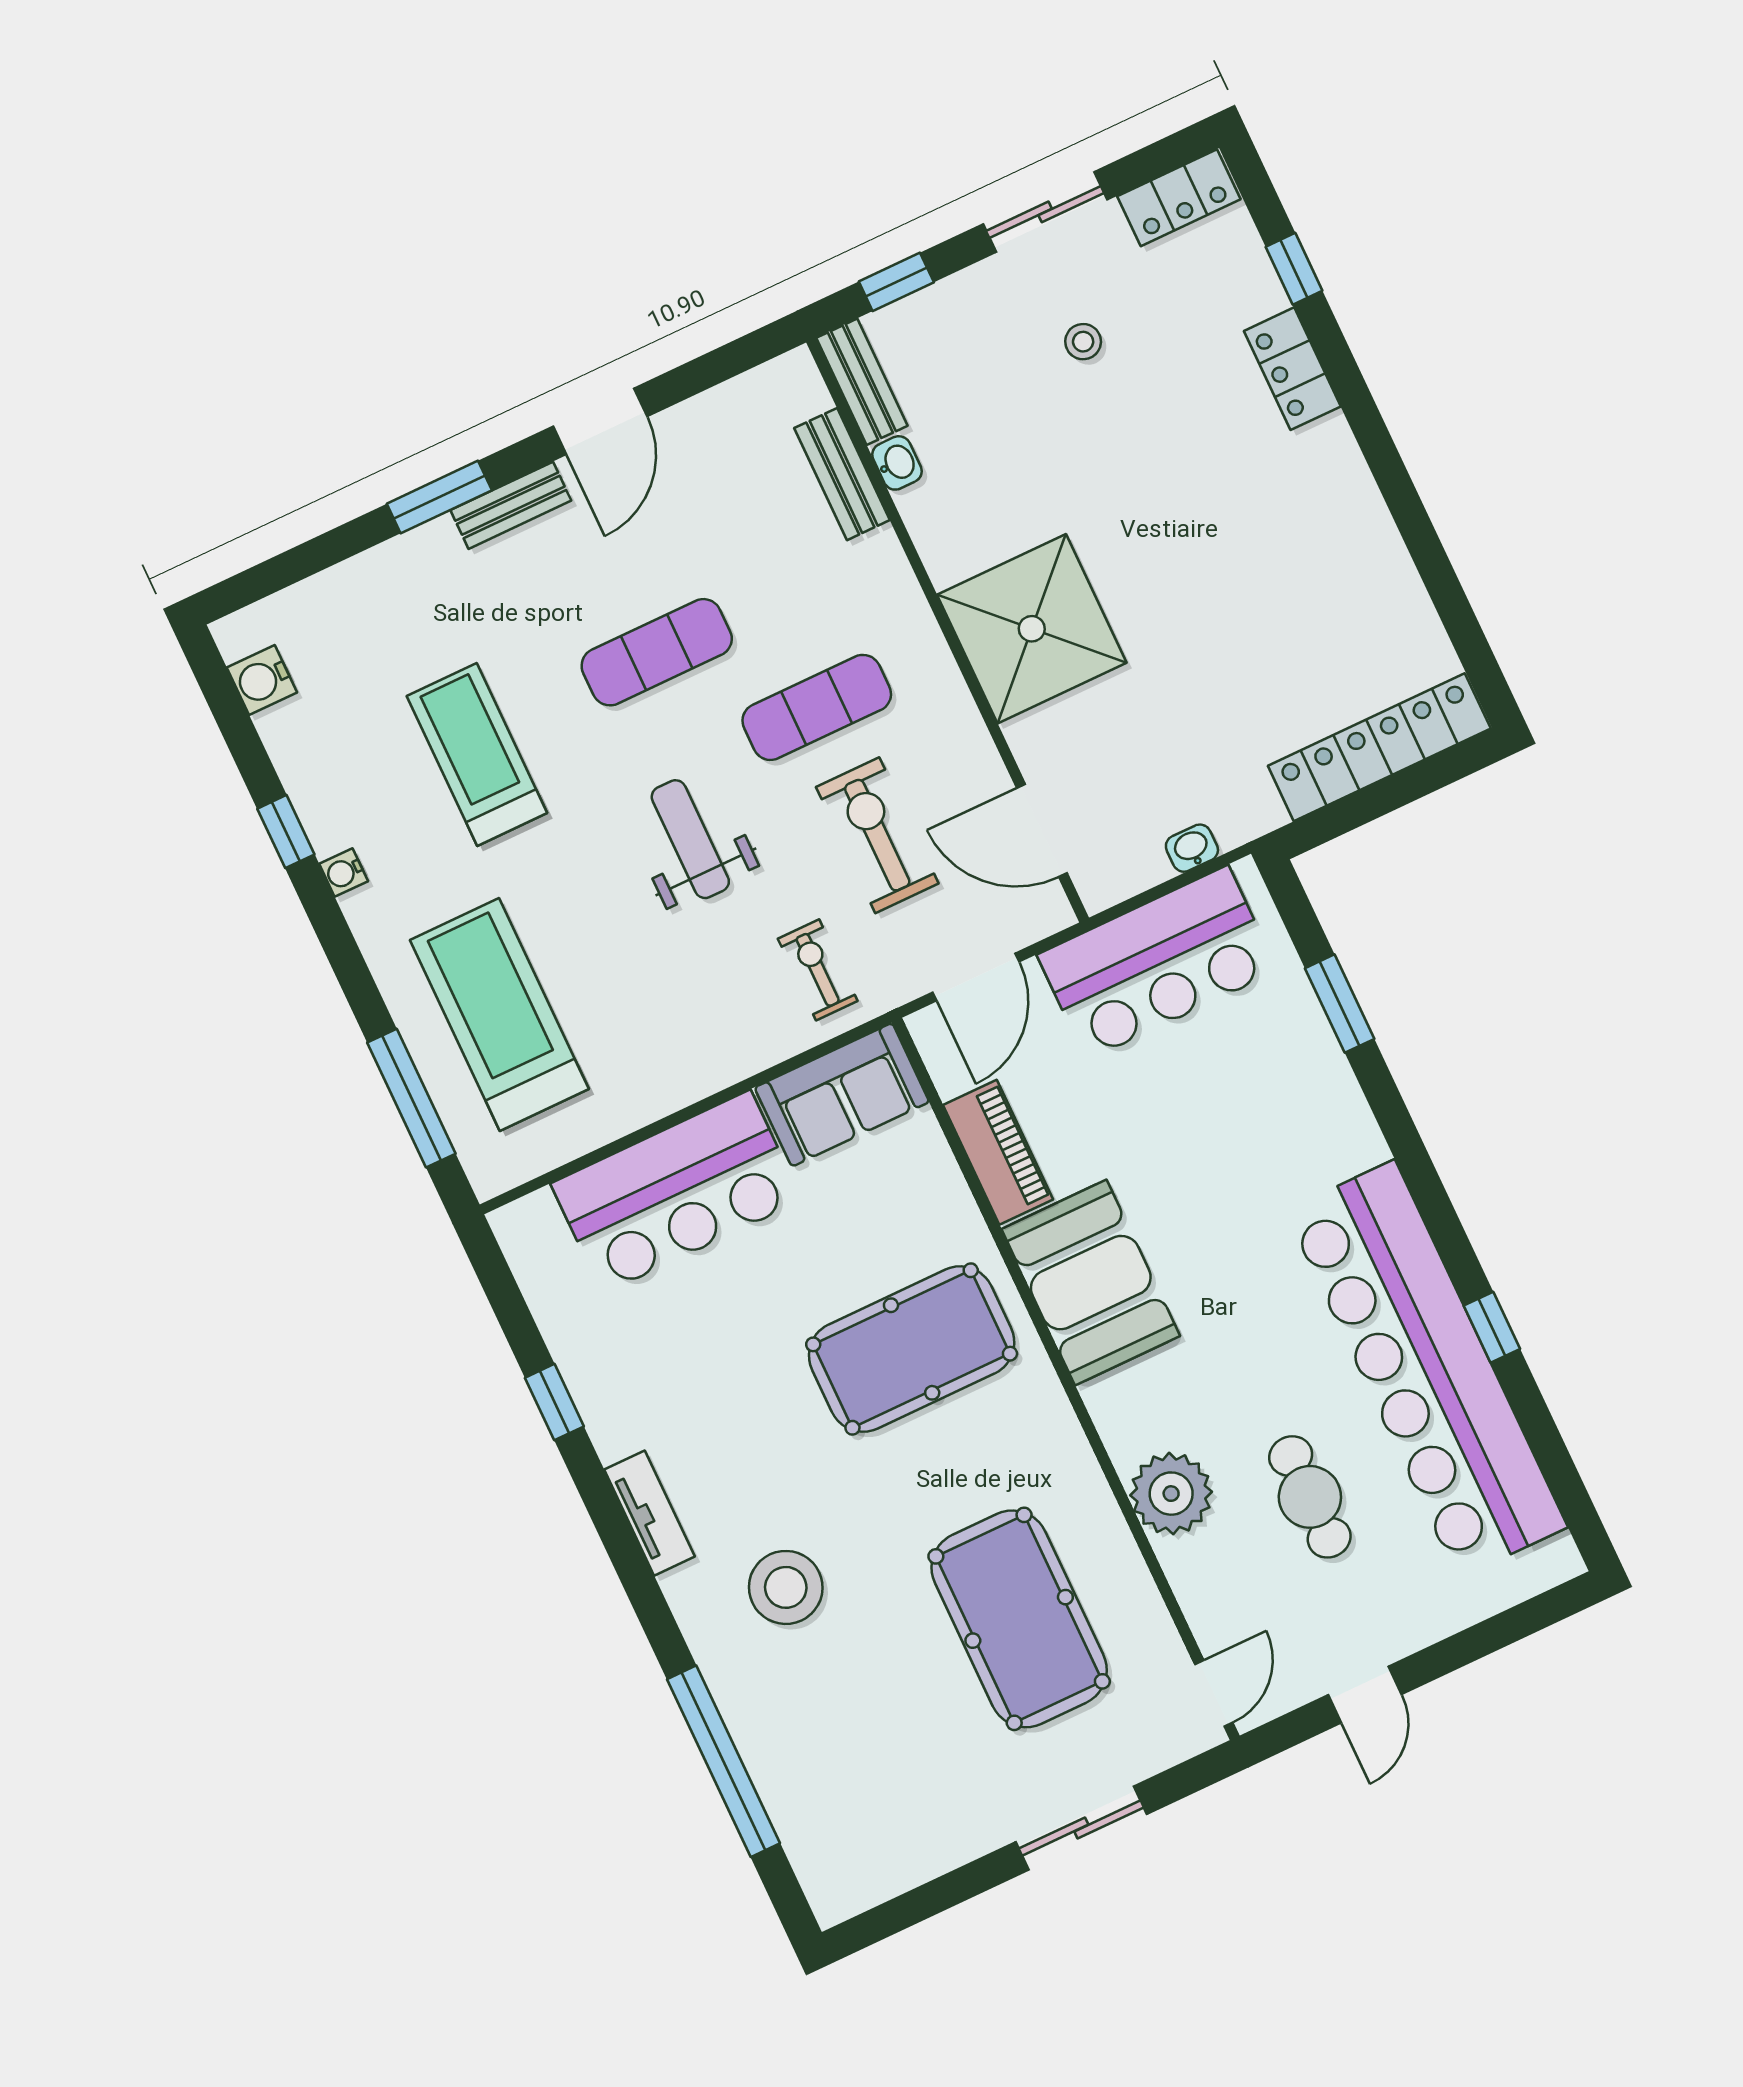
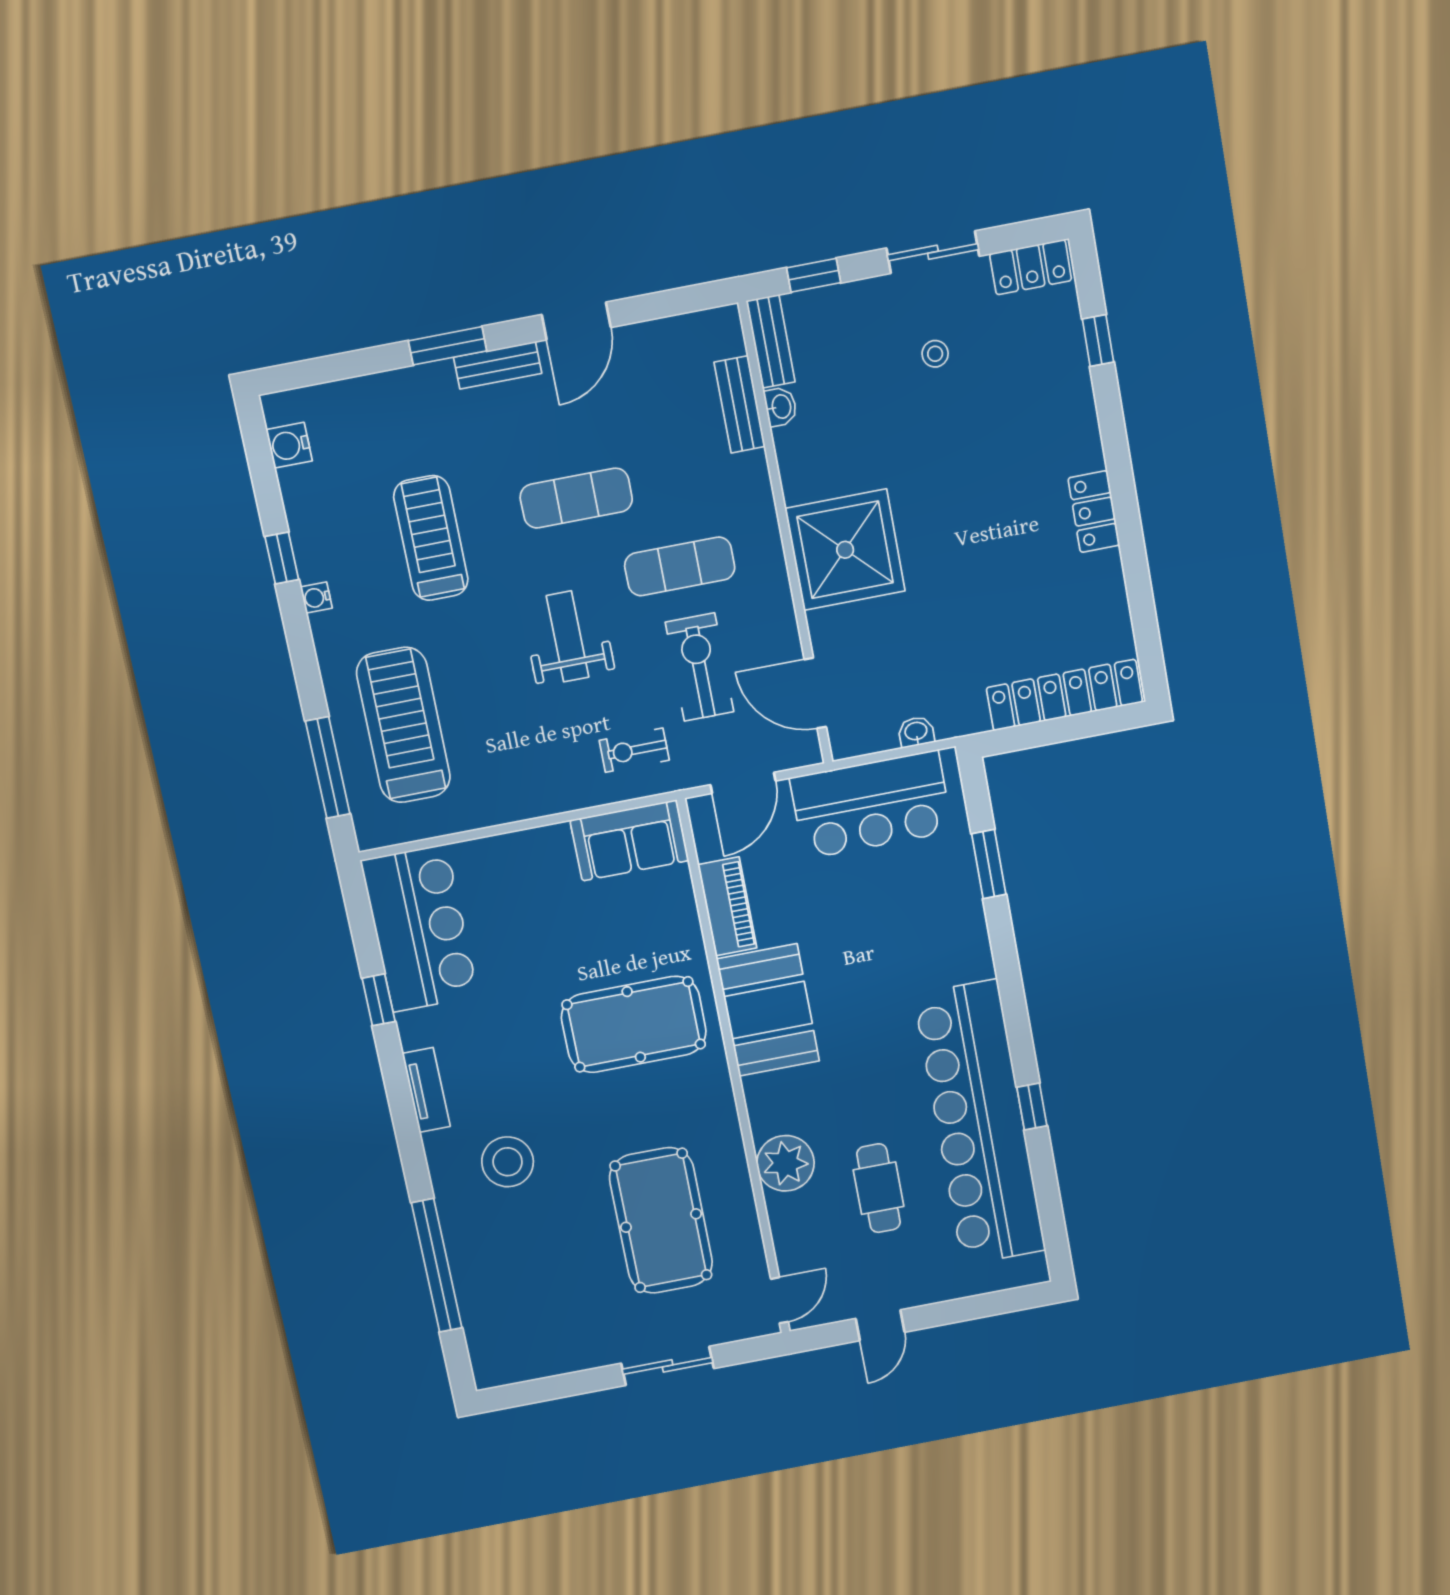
locker: (1292, 369) -> (1094, 512), moved
exercise bike: (818, 970) -> (634, 750), turned -90
bar counter: (676, 1192) -> (420, 928), moved, turned -90

